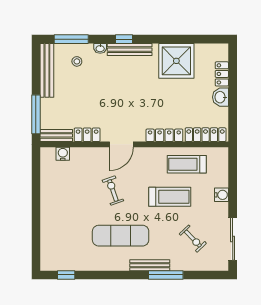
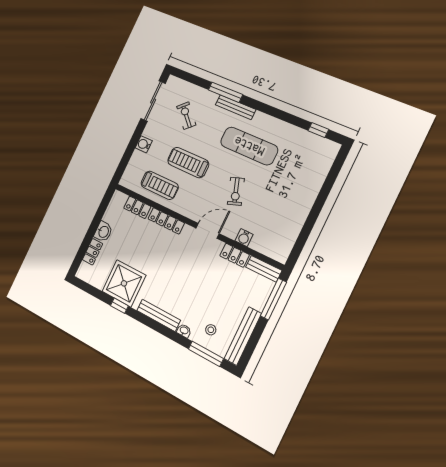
window: (124, 39) -> (119, 306), moved
locker: (206, 135) -> (137, 207), width x0.66
water cooler: (63, 154) -> (244, 238), moved

